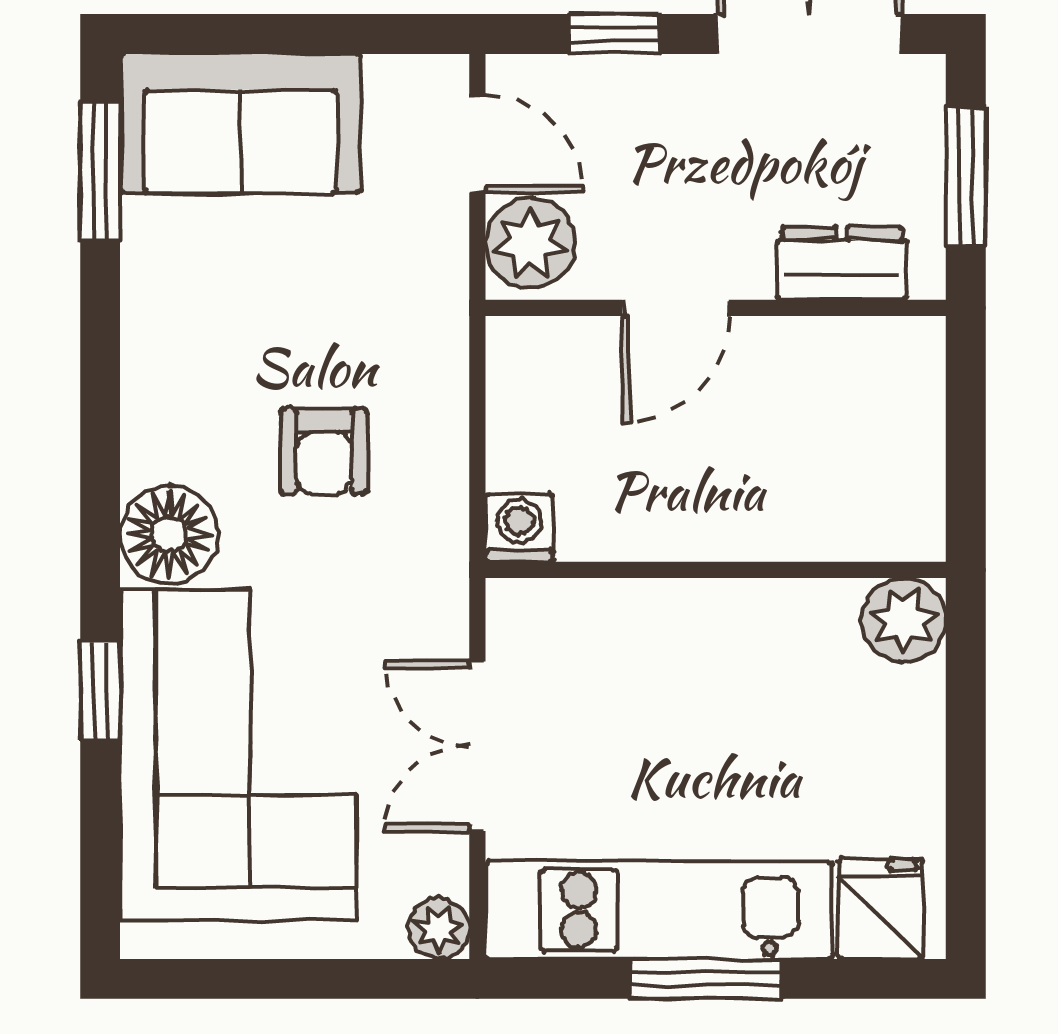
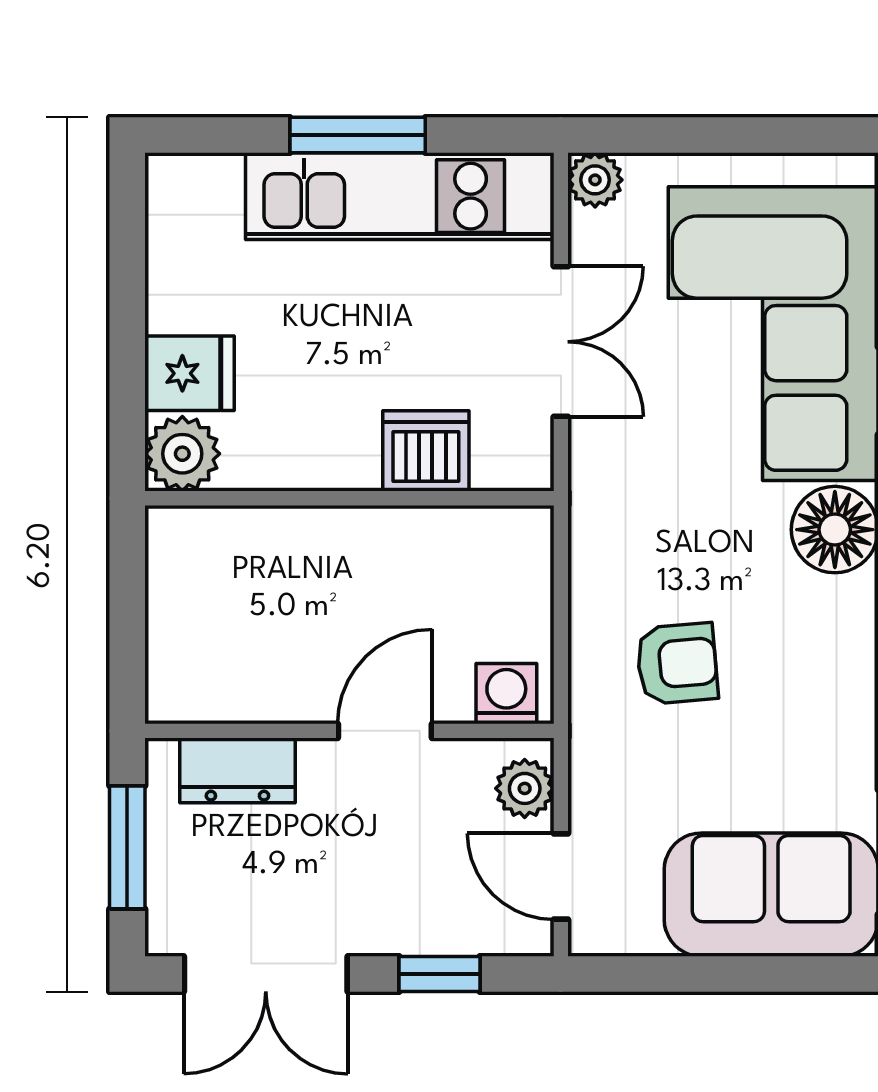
plant: (530, 243) -> (525, 788), width x0.73, depth x0.73
armchair: (324, 451) -> (677, 664), moved, turned 85
washing machine: (519, 528) -> (506, 694), moved, turned 180
dishwasher: (629, 623) -> (426, 451), added
fridge: (881, 909) -> (189, 373), moved, turned -90

